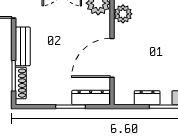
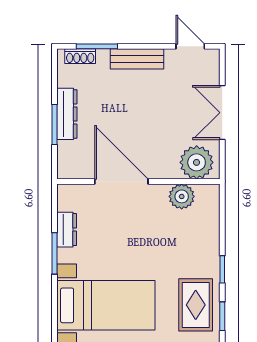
shoe rack: (21, 83) -> (80, 56), width x0.70
dresser: (91, 98) -> (67, 114), moved

